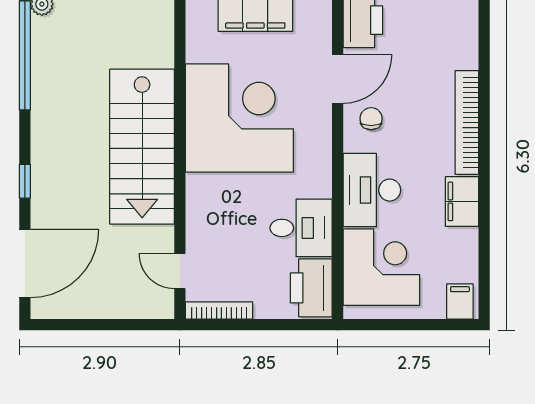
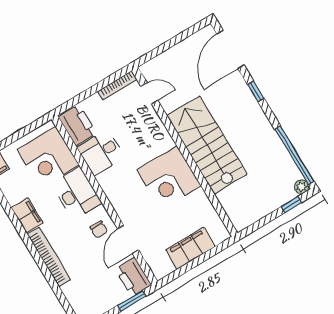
corner desk: (239, 118) -> (169, 178), width x0.74, depth x0.74

